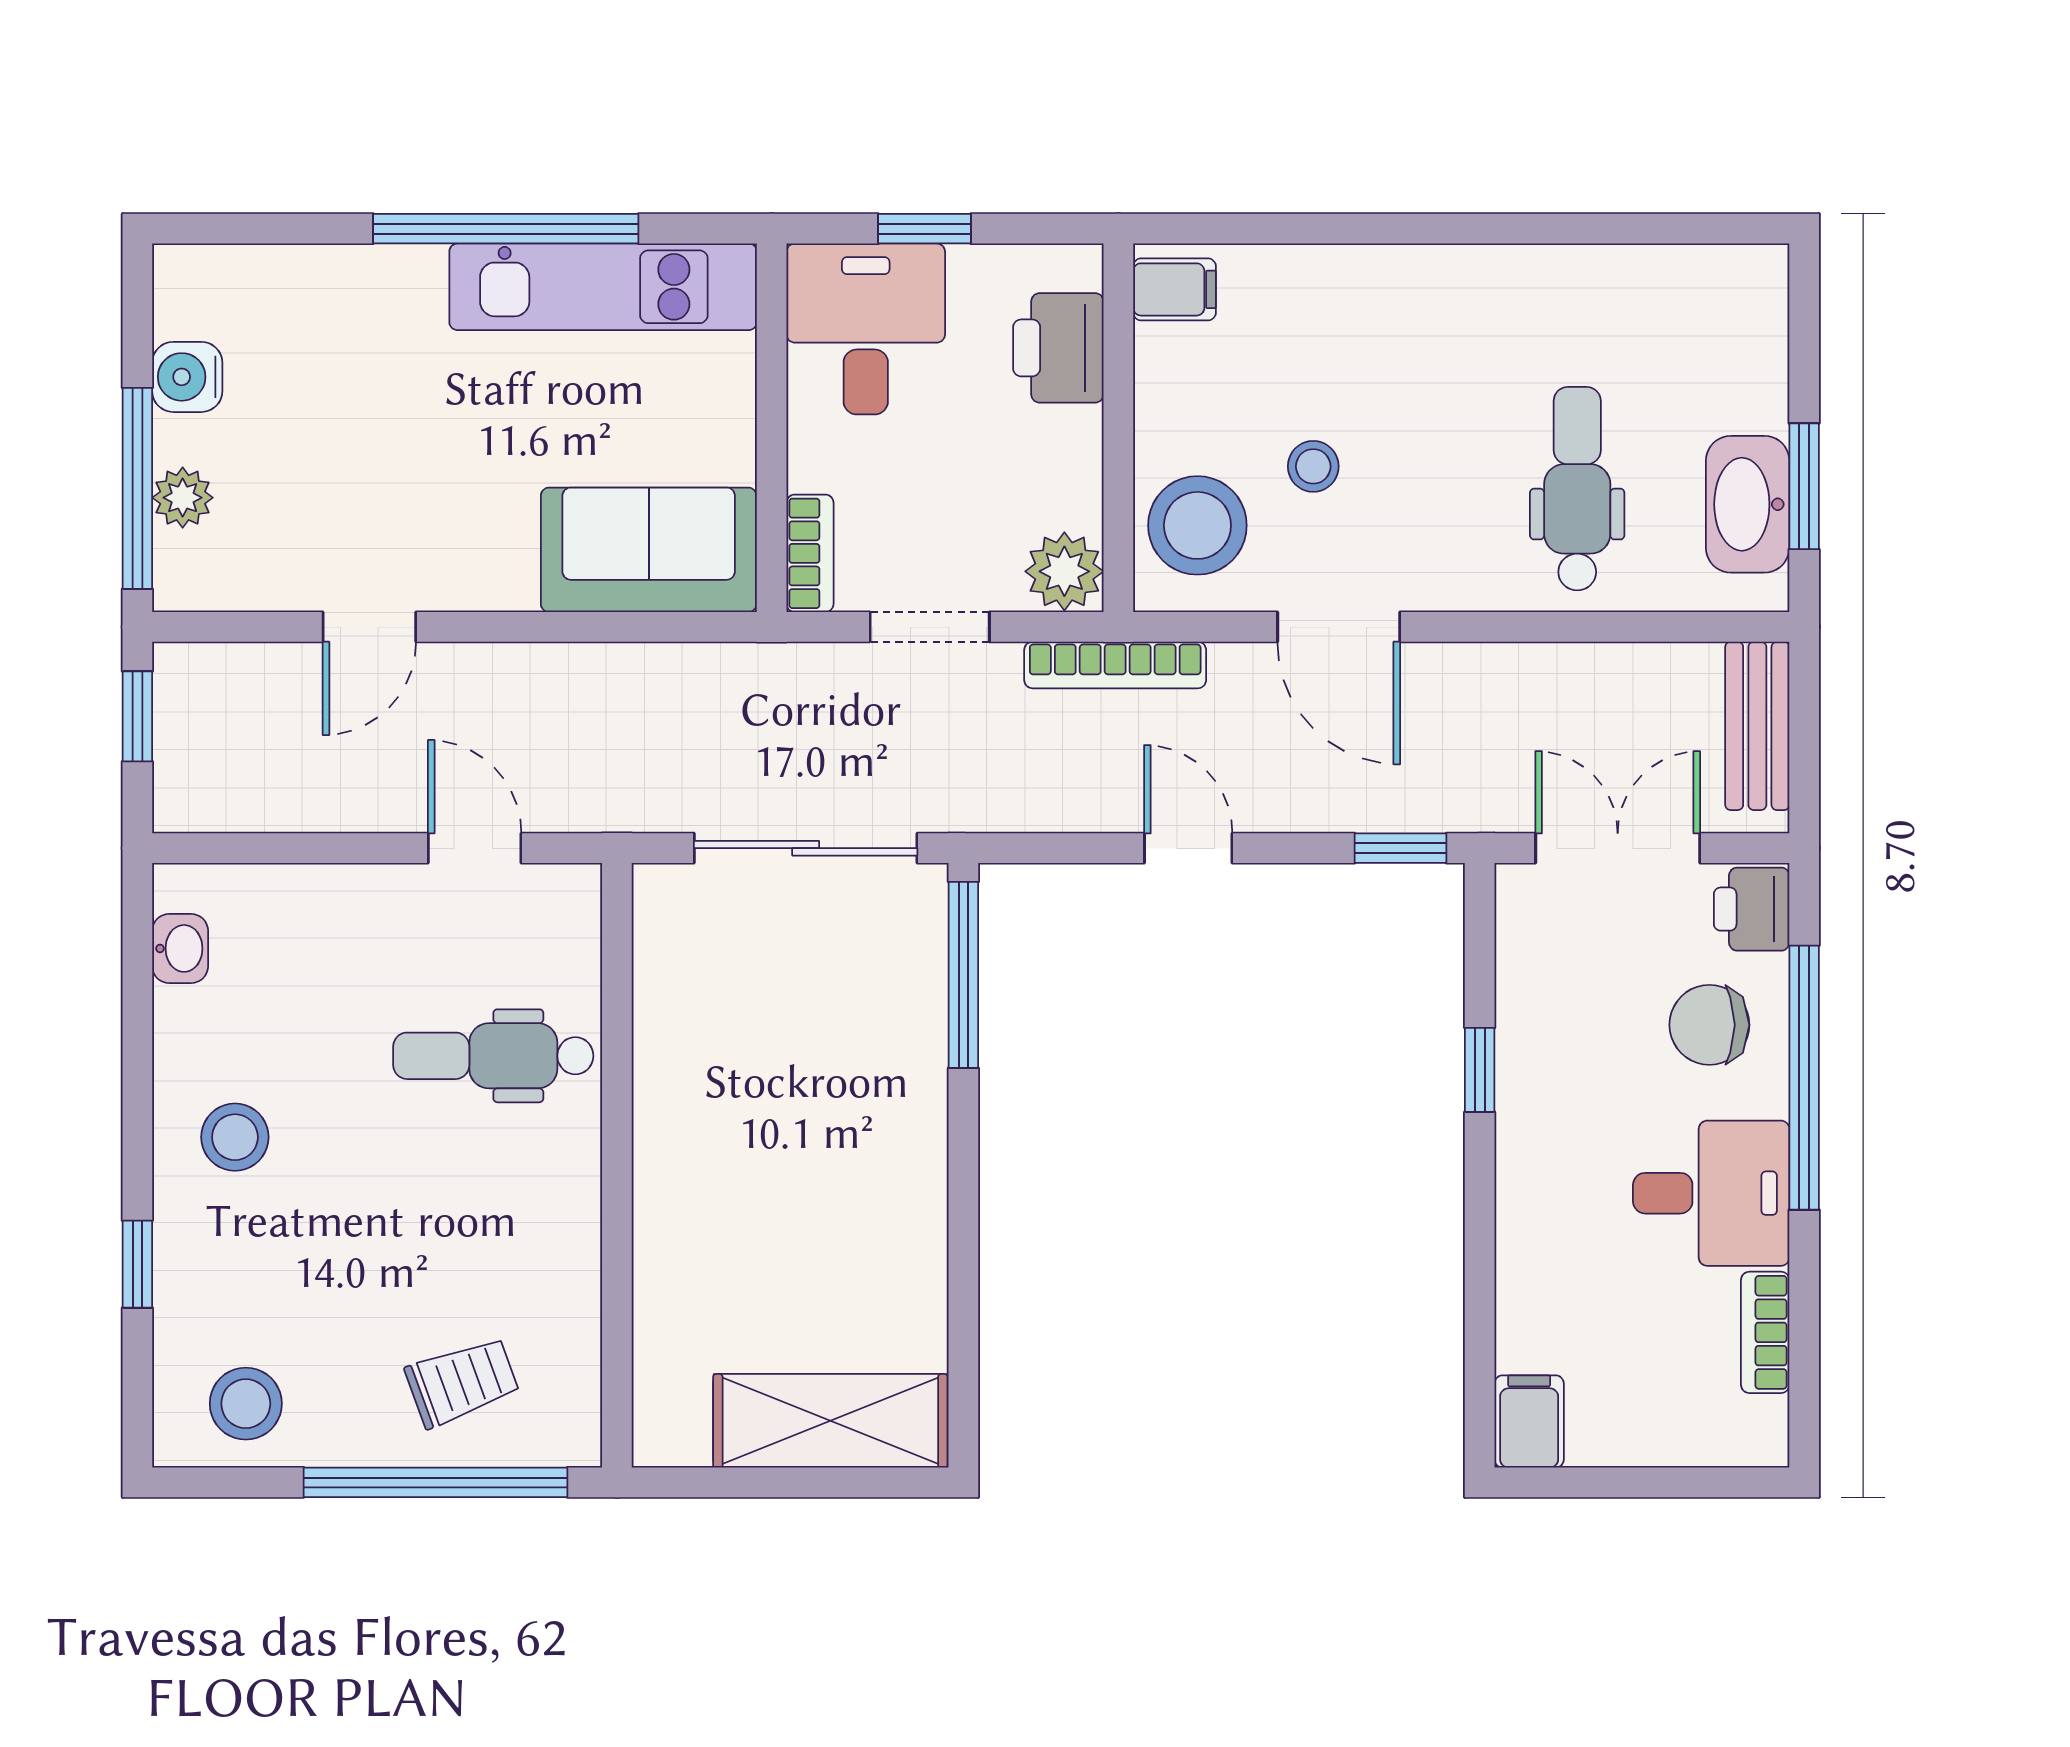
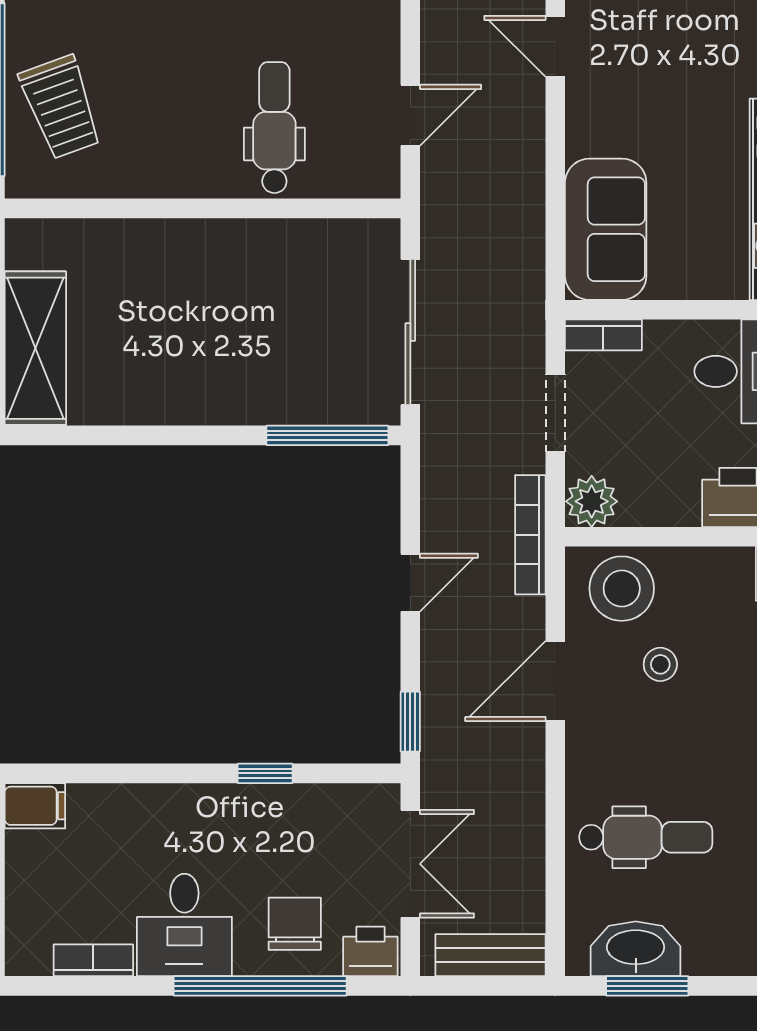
trolley: (462, 1382) -> (61, 107), width x1.36, depth x1.39

